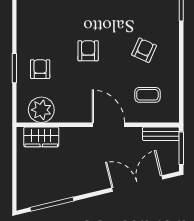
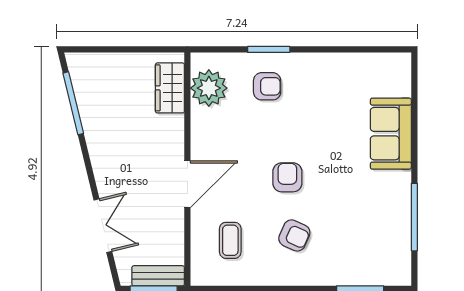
armchair: (88, 51) -> (287, 177), moved, turned -90
bench: (161, 134) -> (158, 276), moved, turned 90
double door: (137, 184) -> (103, 226), width x0.73

